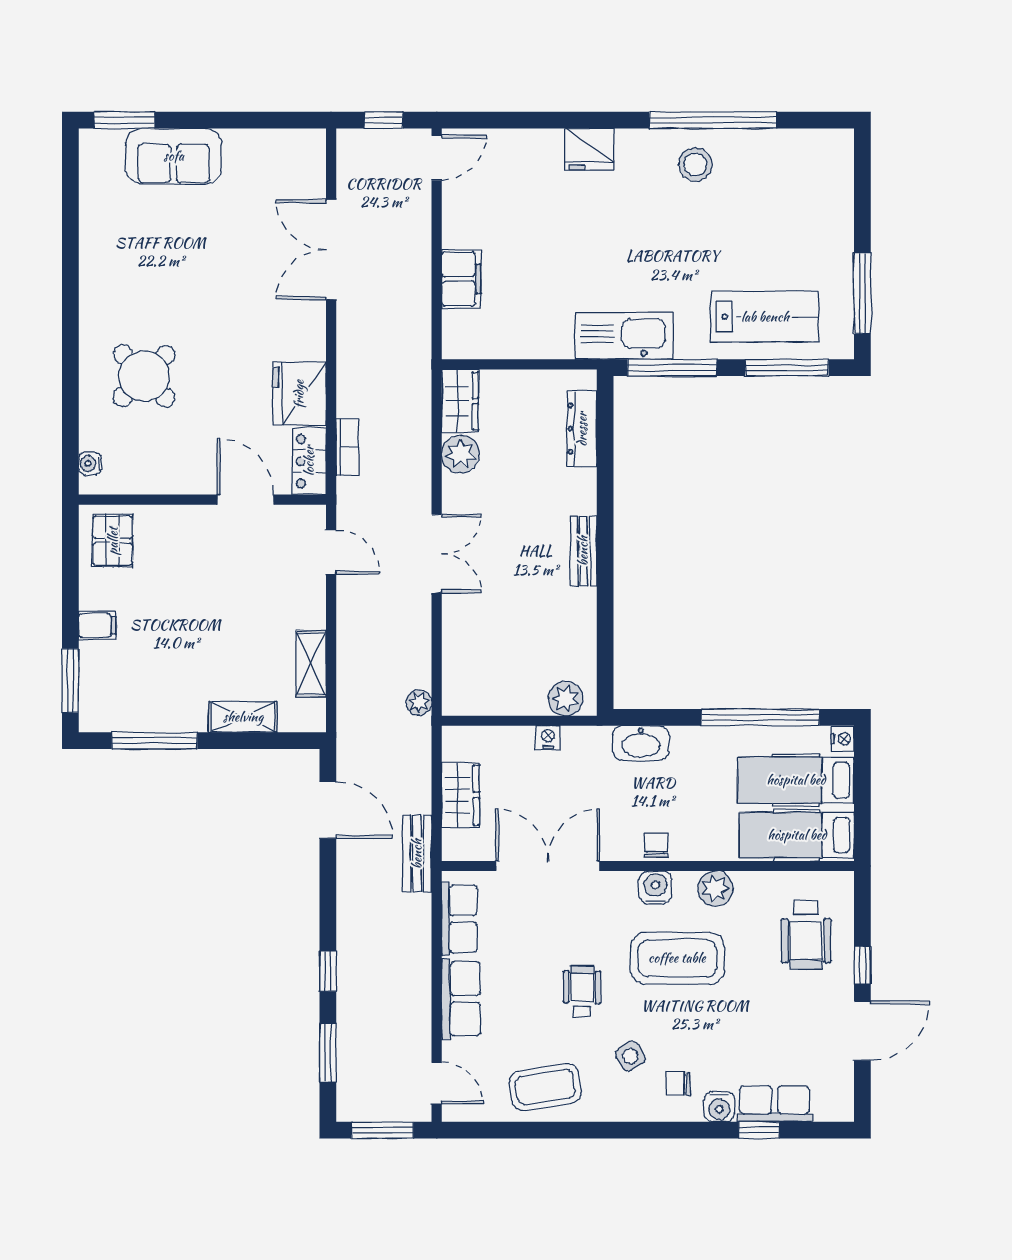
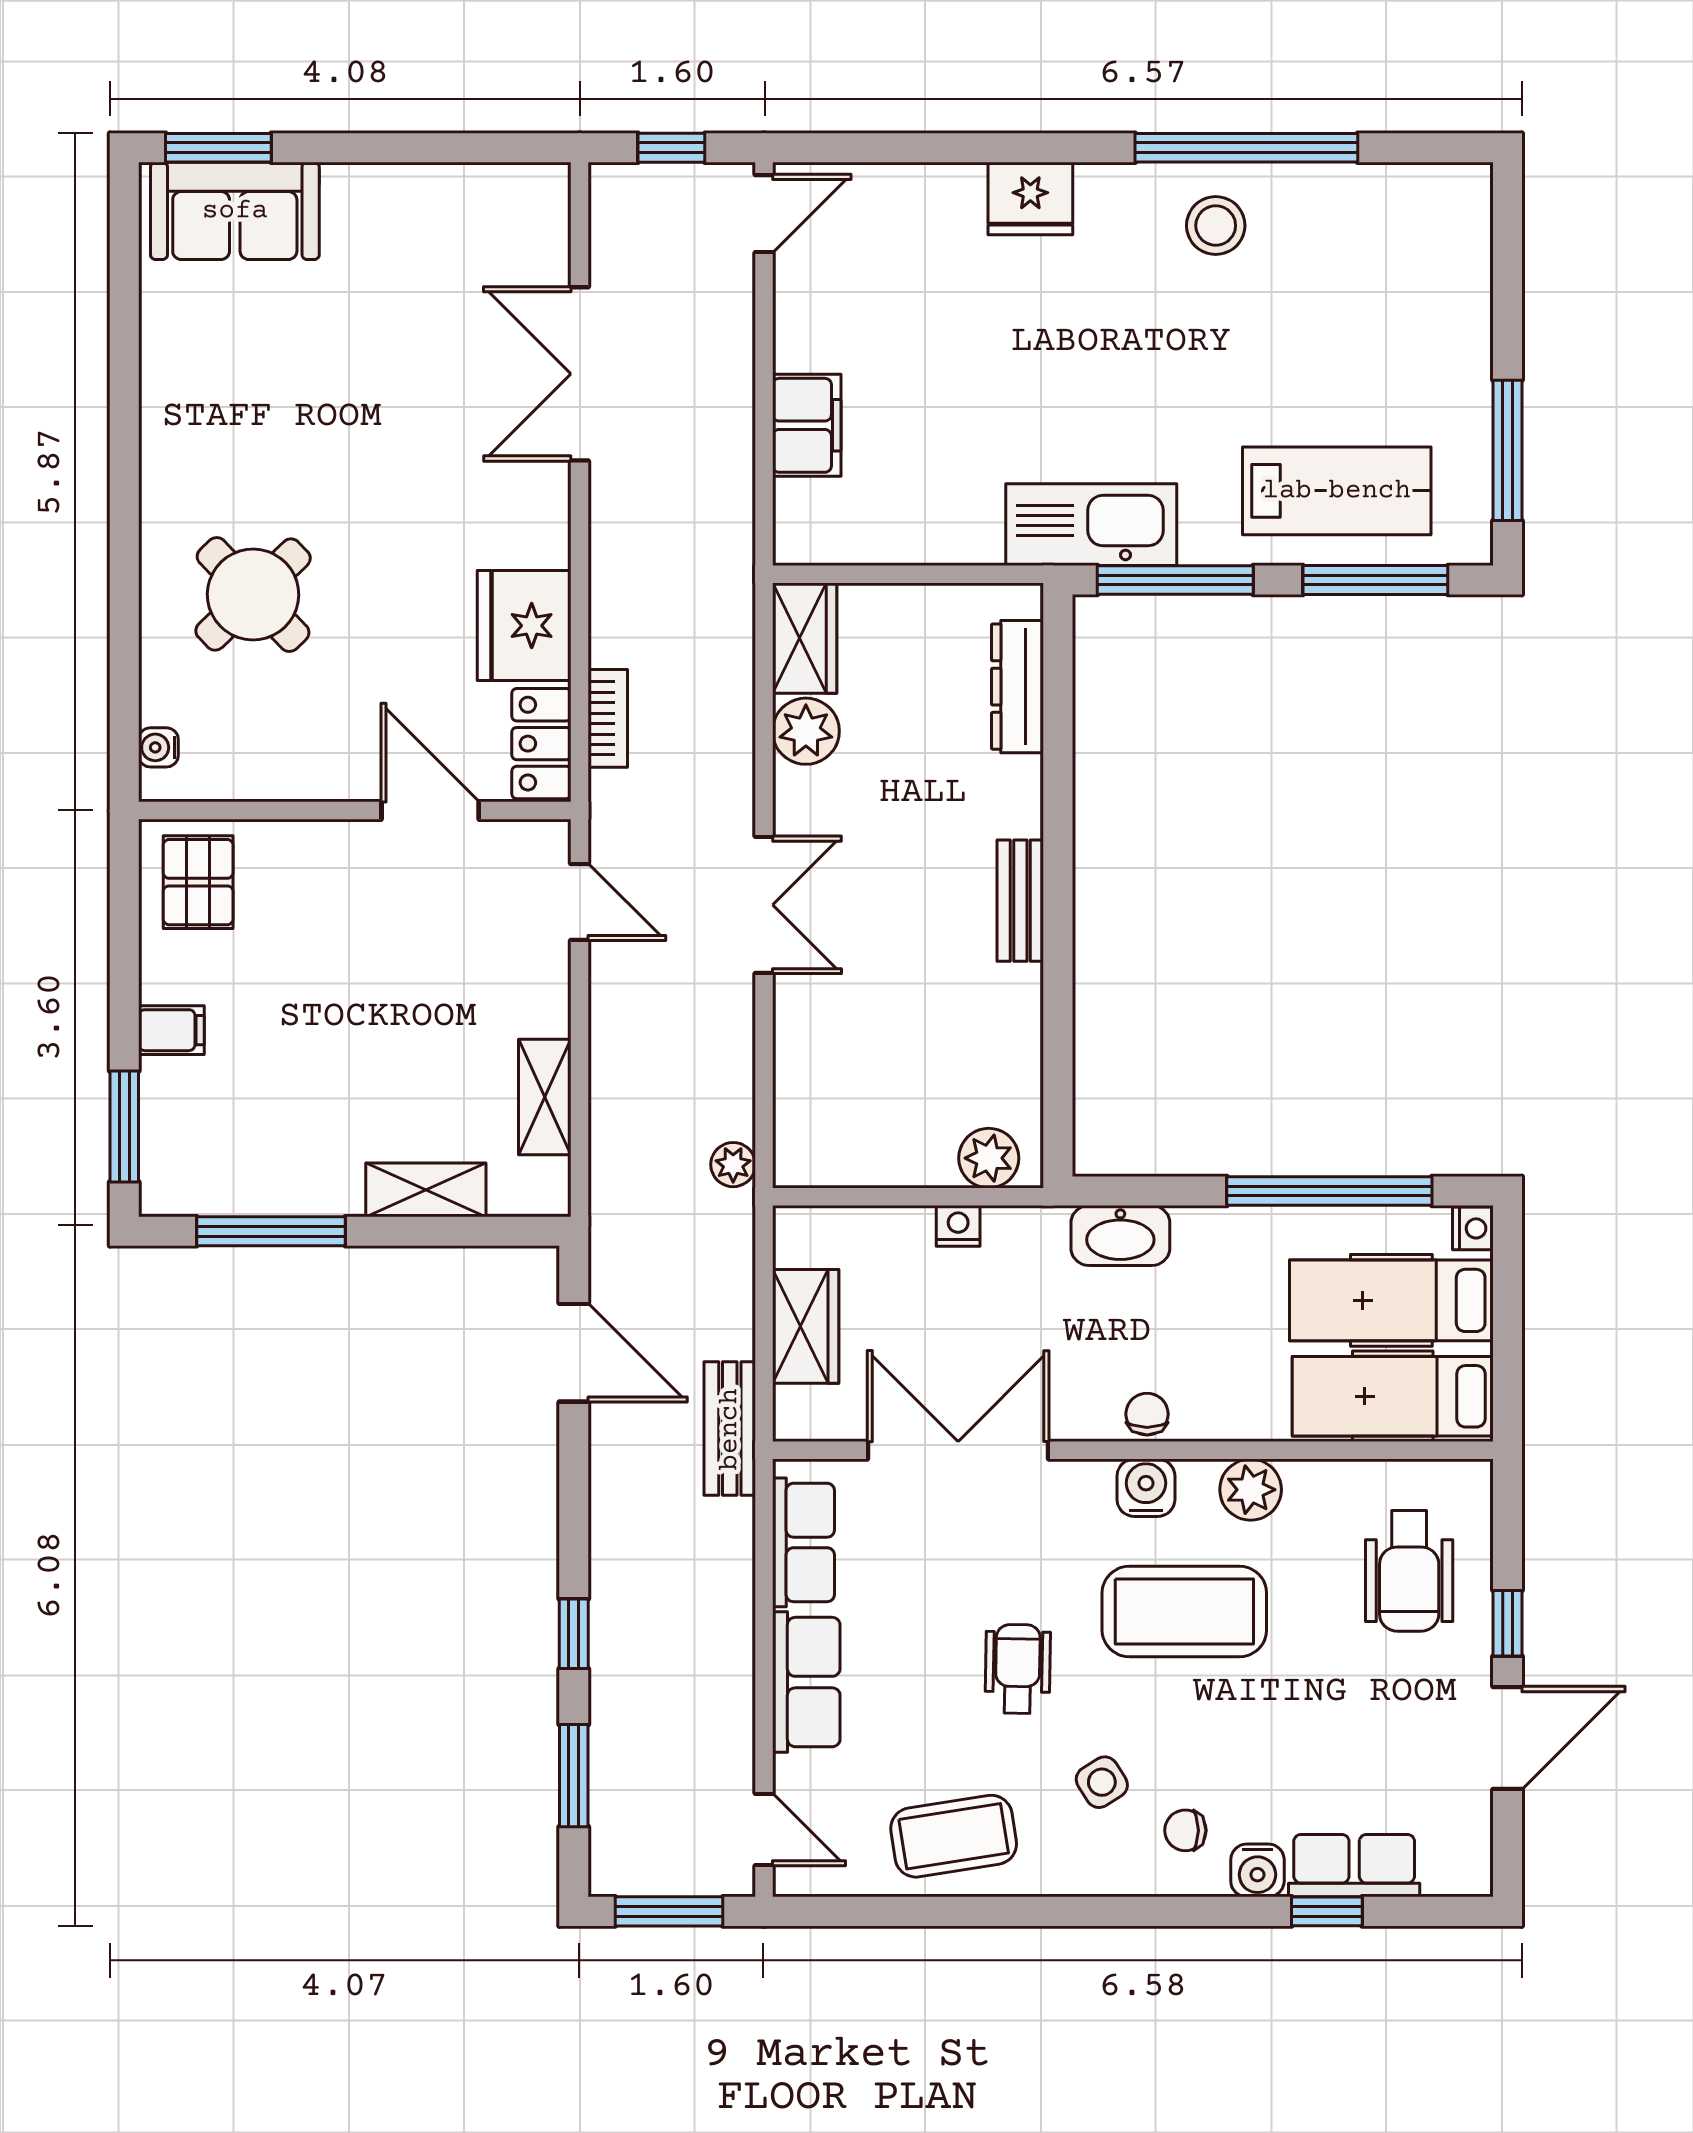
sofa: (174, 156) -> (235, 211), moved

